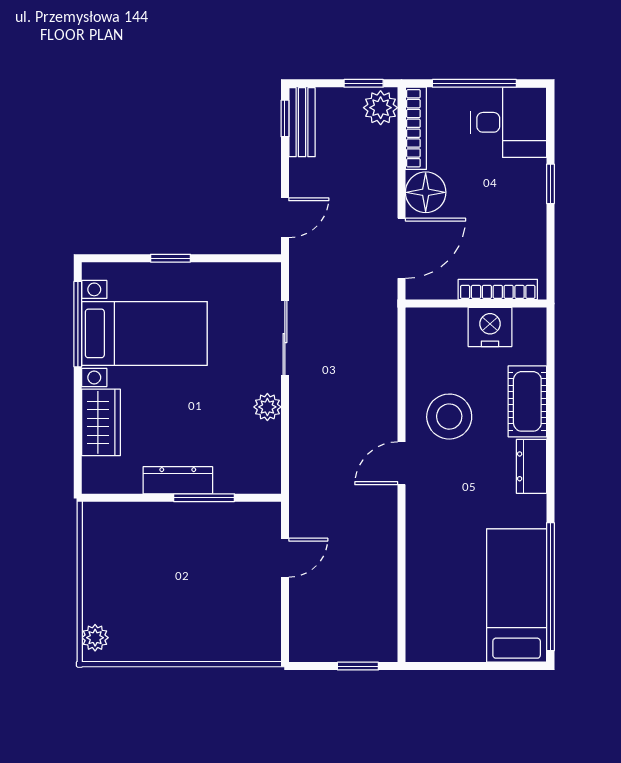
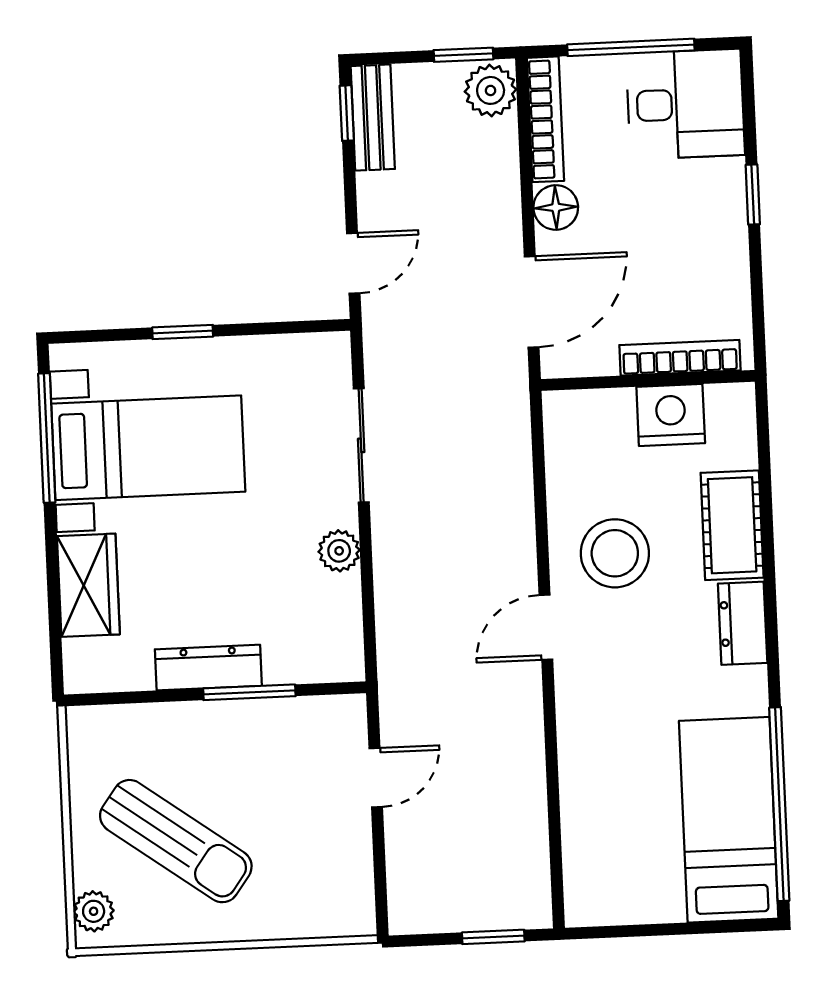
floor lamp: (426, 192) -> (556, 207), width x0.73, depth x0.73
sun lounger: (151, 594) -> (176, 841), added

